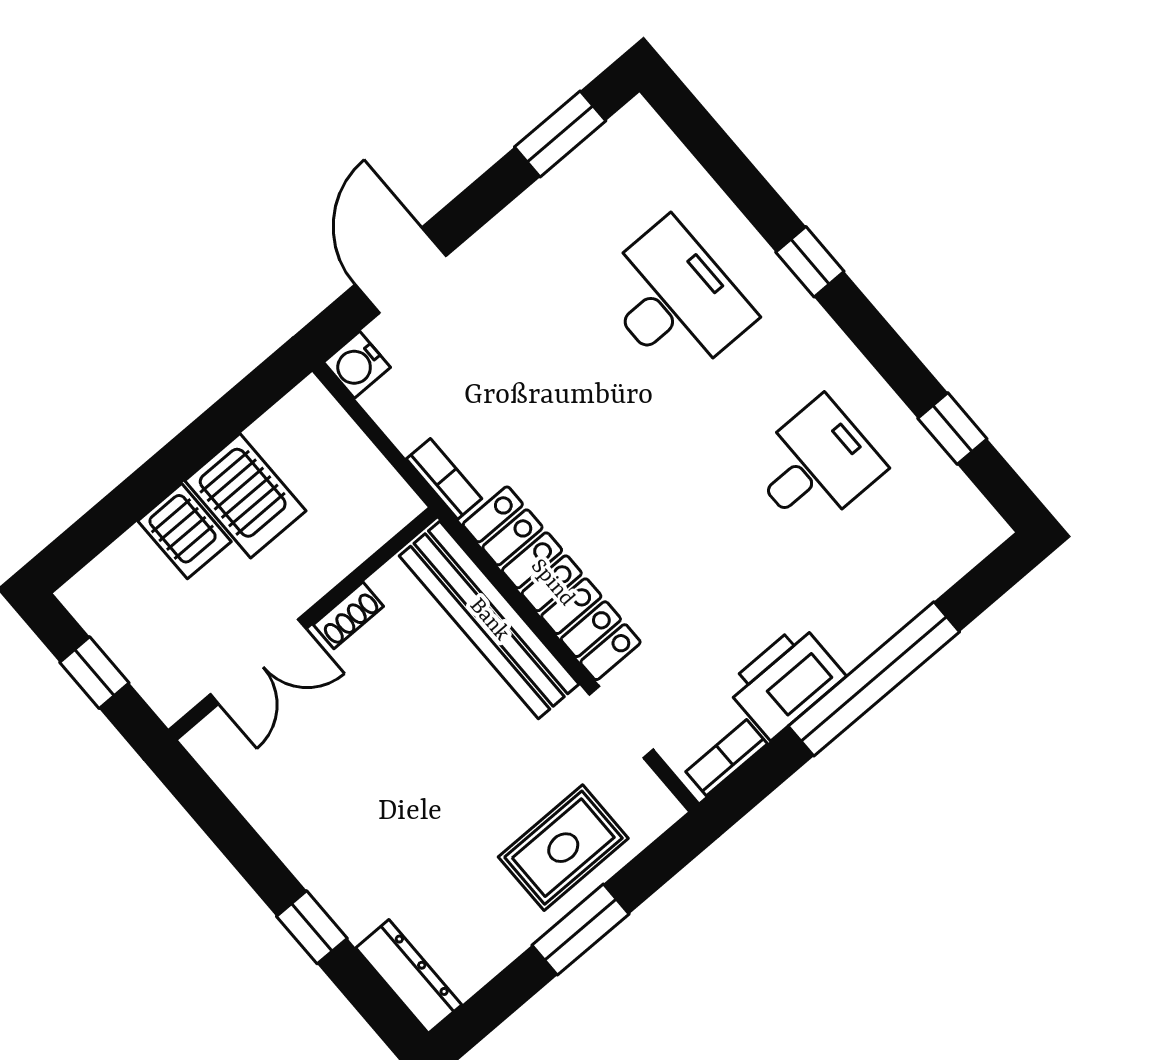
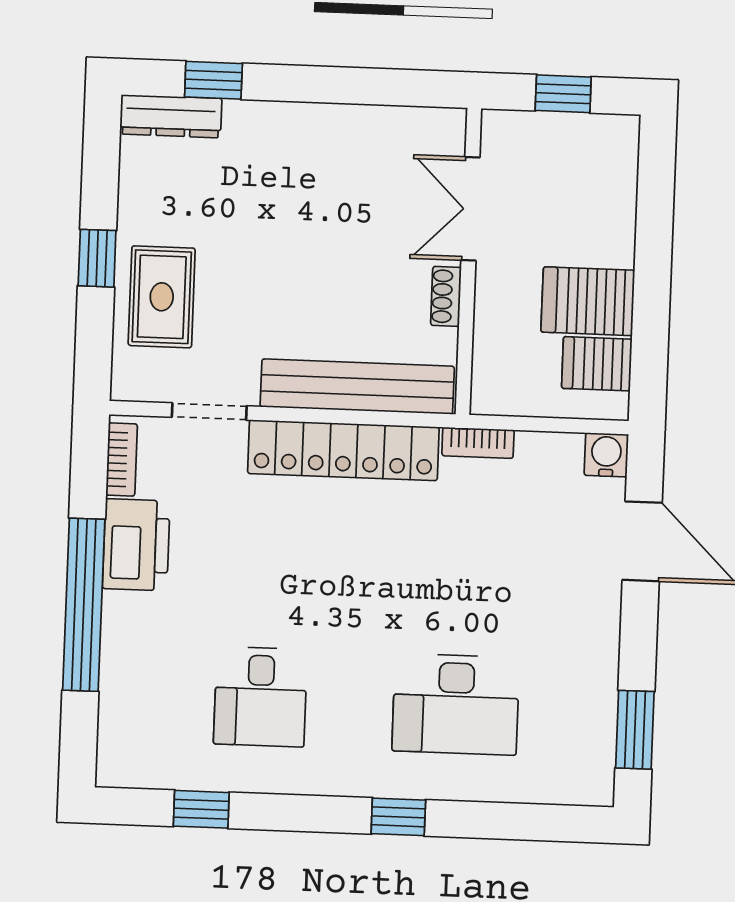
server rack: (185, 531) -> (597, 364), moved
window: (312, 927) -> (213, 80), moved
window: (580, 930) -> (97, 258), width x0.67

